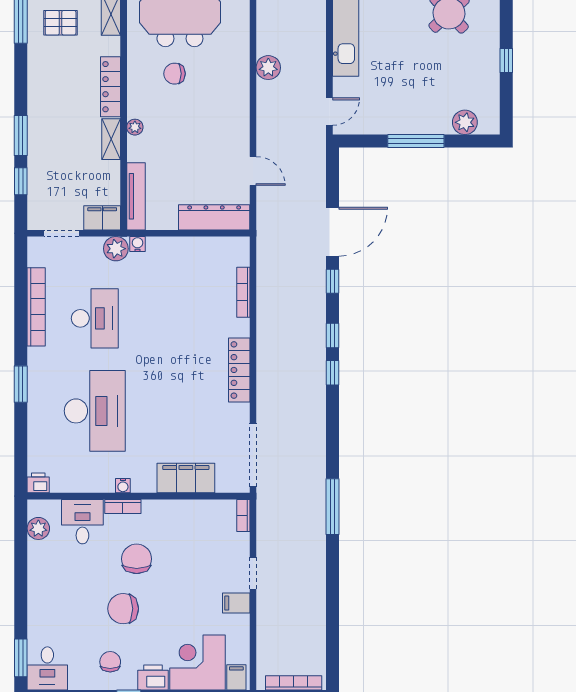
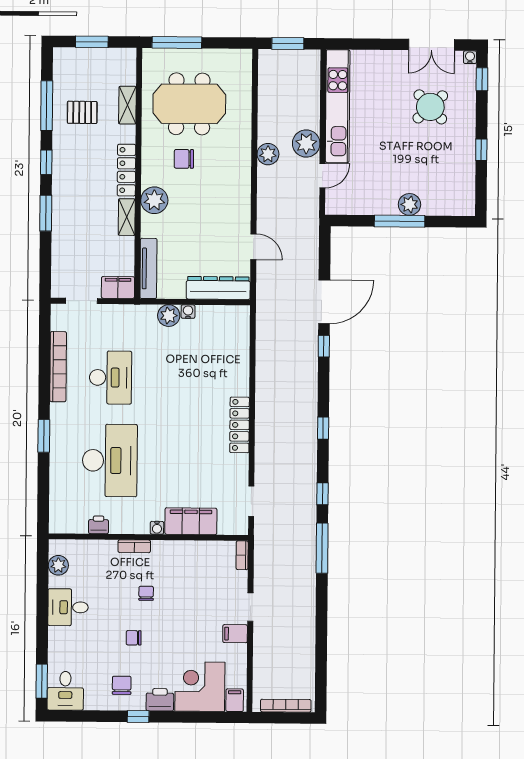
plant: (311, 55) -> (306, 143), added
door: (329, 112) -> (322, 176), moved
plant: (465, 122) -> (409, 204), moved
plant: (135, 127) -> (154, 200), width x1.87, depth x1.87
window: (21, 181) -> (46, 162), moved
water cooler: (137, 244) -> (188, 312), moved
plant: (116, 249) -> (169, 316), moved
bookcase: (243, 292) -> (244, 355), removed
window: (333, 336) -> (323, 494), moved
doorway: (253, 455) -> (251, 501), width x0.53
printer: (38, 483) -> (99, 525), moved
water cooler: (123, 486) -> (157, 528), moved
desk: (82, 522) -> (68, 607), moved, turned -90
chair: (137, 559) -> (146, 593), width x0.54, depth x0.54
chair: (123, 609) -> (134, 638), width x0.54, depth x0.54

